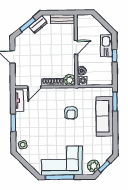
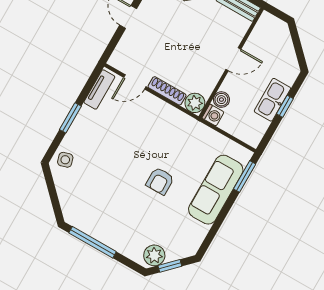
kitchen sink: (106, 46) -> (272, 100), moved
armchair: (71, 113) -> (160, 181), moved
corner sofa: (62, 161) -> (111, 219), removed

